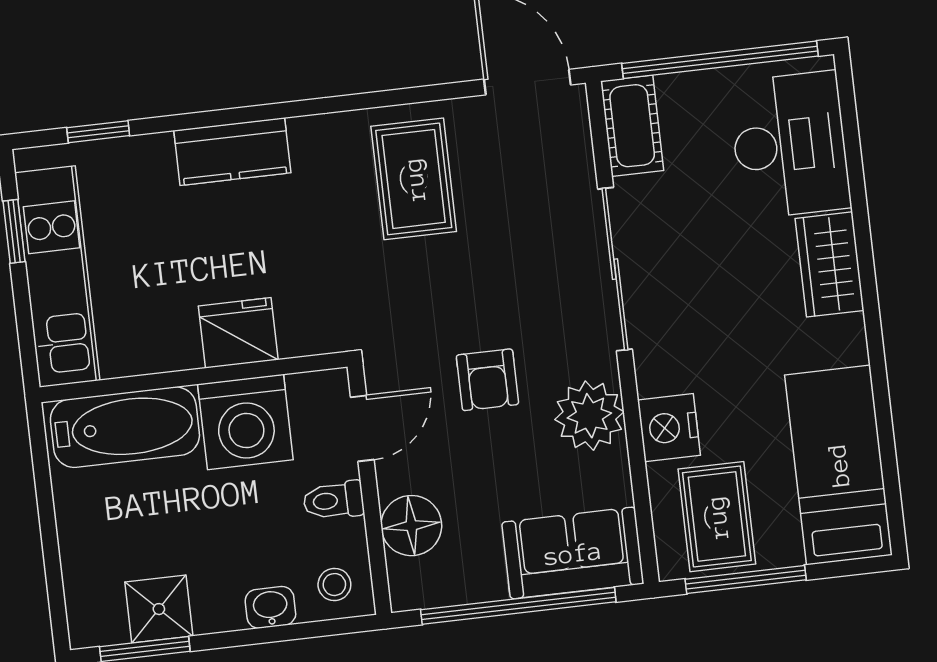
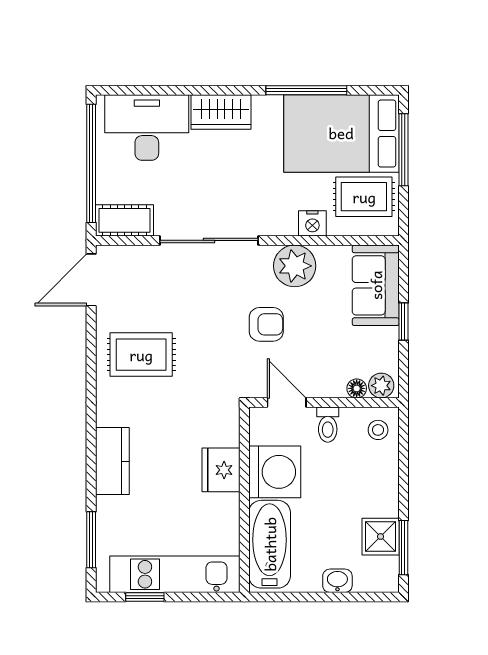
window: (98, 132) -> (91, 540), width x1.50
window: (882, 401) -> (306, 90), added
nightstand: (669, 428) -> (312, 223), width x0.74, depth x0.75
bed: (838, 465) -> (341, 133), width x1.50
floor lamp: (411, 526) -> (357, 388), width x0.53, depth x0.53
window: (746, 579) -> (403, 150), moved
plant: (408, 581) -> (381, 386), added
window: (518, 606) -> (403, 322), width x0.32
washbasin: (270, 607) -> (337, 581), moved, turned 90

